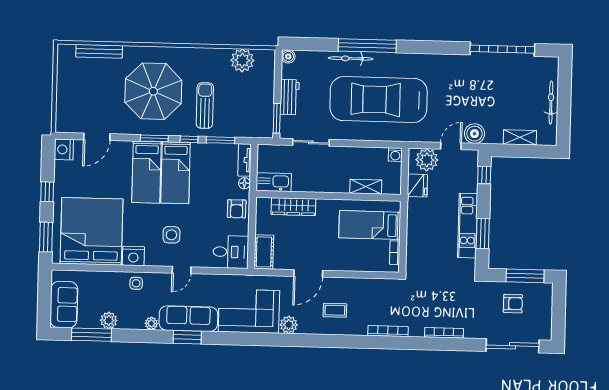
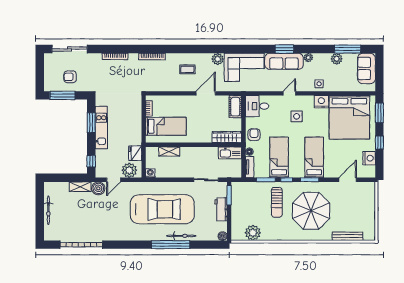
shelving: (520, 137) -> (80, 187), moved
nightstand: (64, 149) -> (369, 158), moved
bed: (175, 173) -> (279, 157), moved
wardrobe: (293, 207) -> (227, 137), moved

